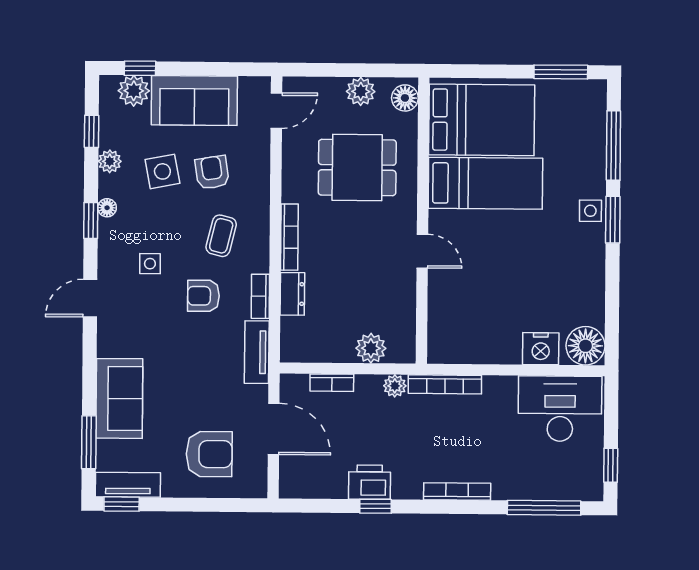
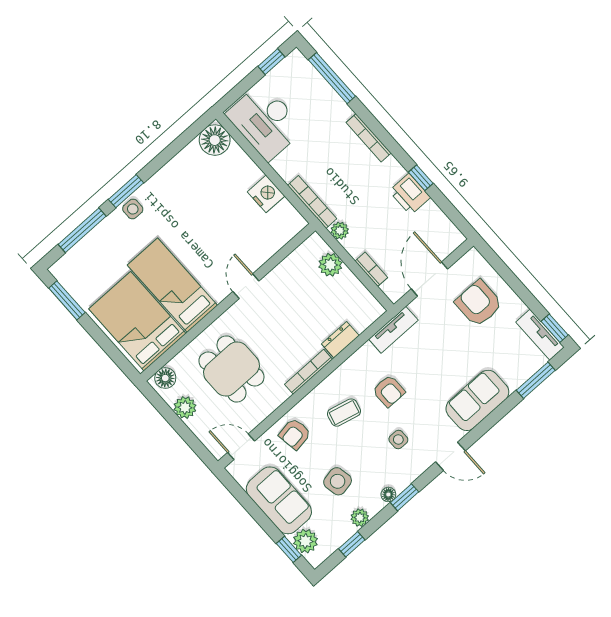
armchair: (212, 172) -> (295, 434), moved
bookcase: (260, 296) -> (359, 357), removed
nightstand: (541, 349) -> (266, 194), moved
sofa: (119, 398) -> (477, 400), moved

